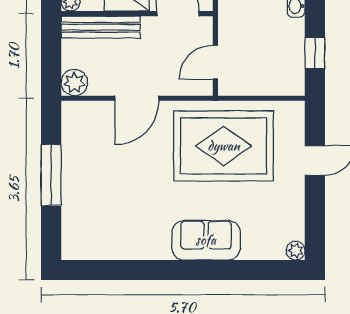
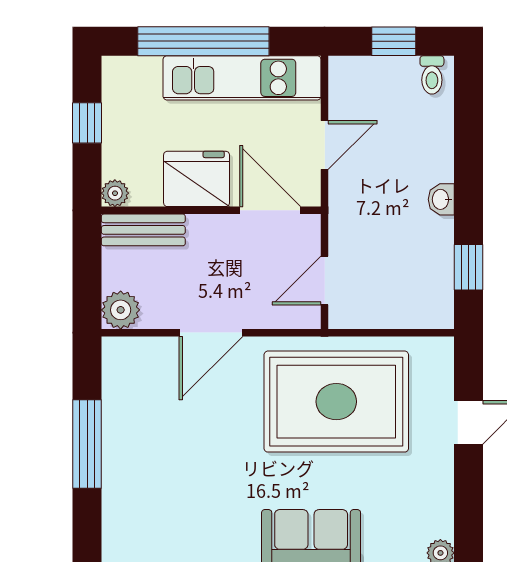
bench: (101, 27) -> (143, 230), width x0.73

